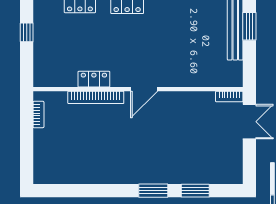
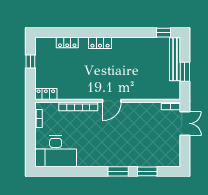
window: (249, 26) -> (185, 72), moved
locker: (94, 79) -> (46, 94), moved
desk: (63, 162) -> (56, 151), added

